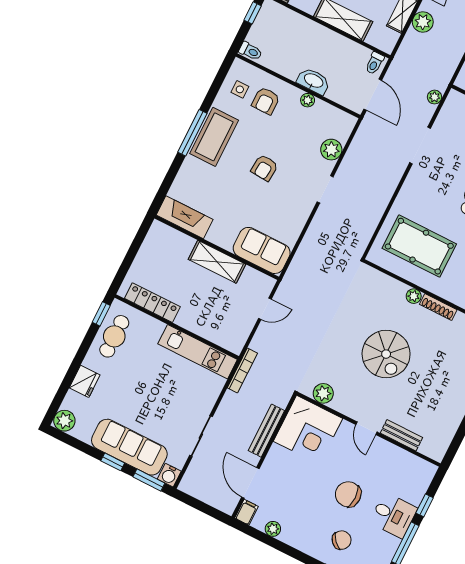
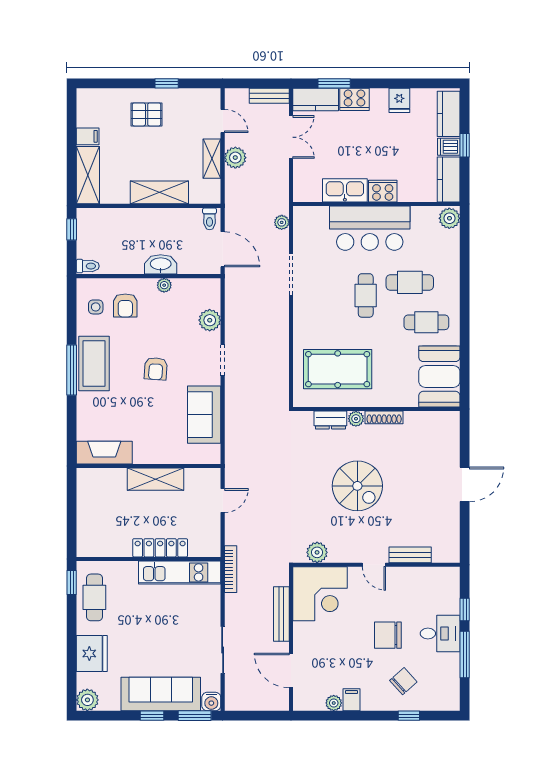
sofa: (262, 250) -> (204, 415), moved, turned -90
dresser: (391, 286) -> (330, 420), added
locker: (152, 303) -> (160, 548), moved
fridge: (85, 381) -> (92, 653), width x1.36, depth x1.34
filing cabinet: (247, 512) -> (351, 700), moved

